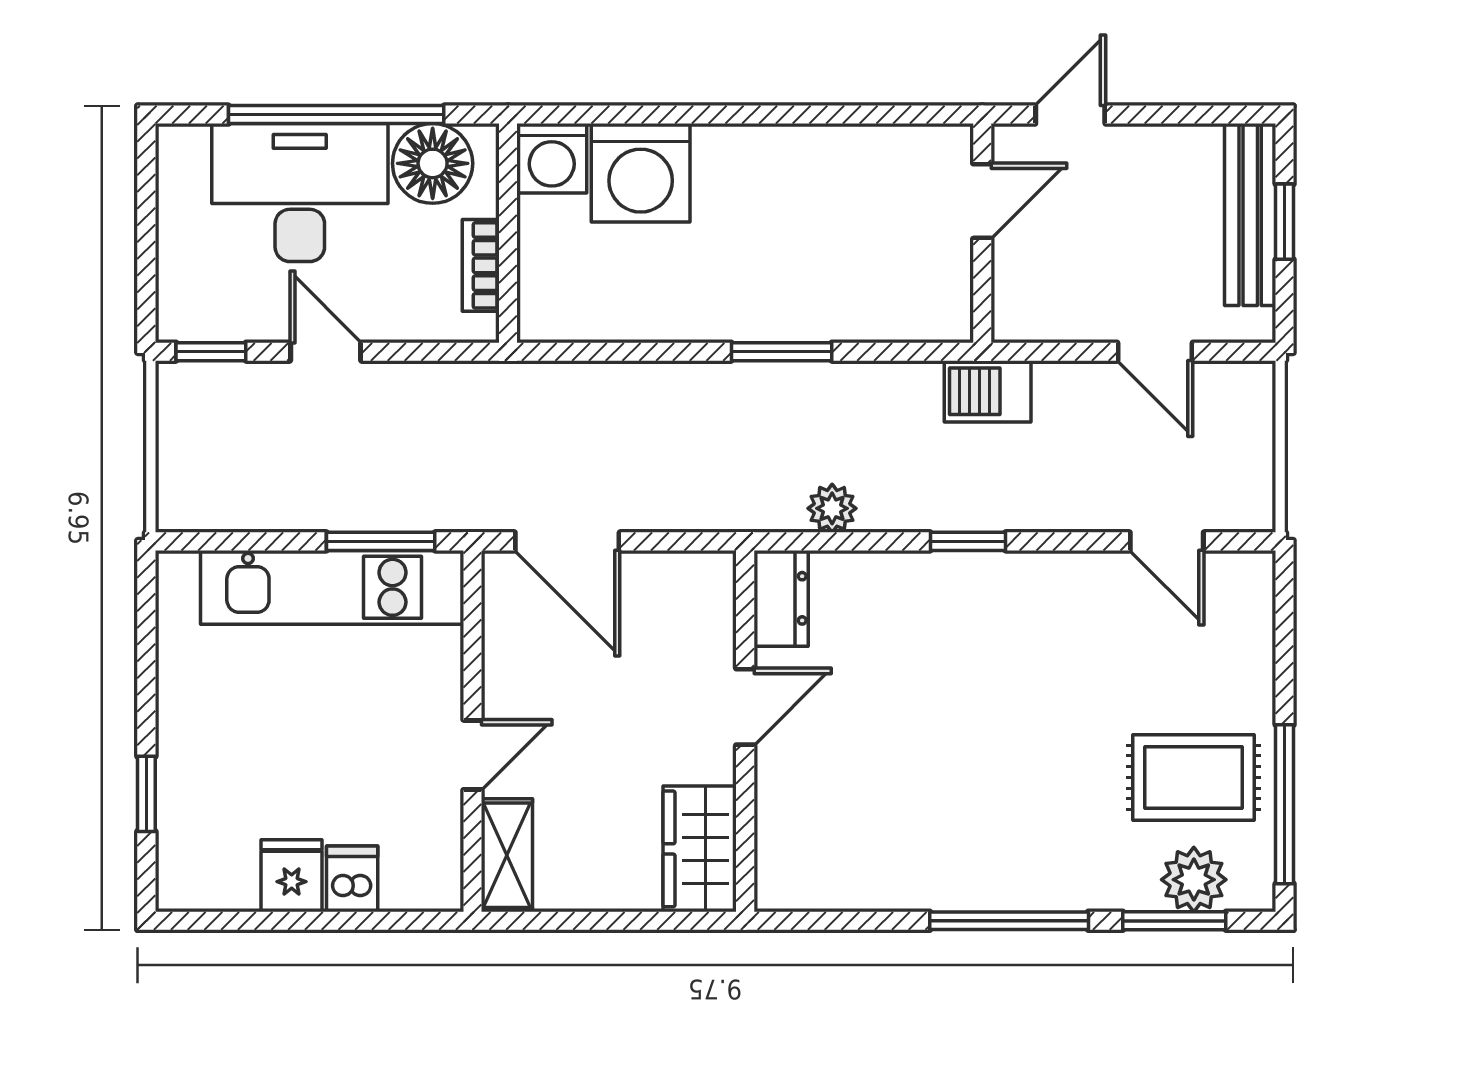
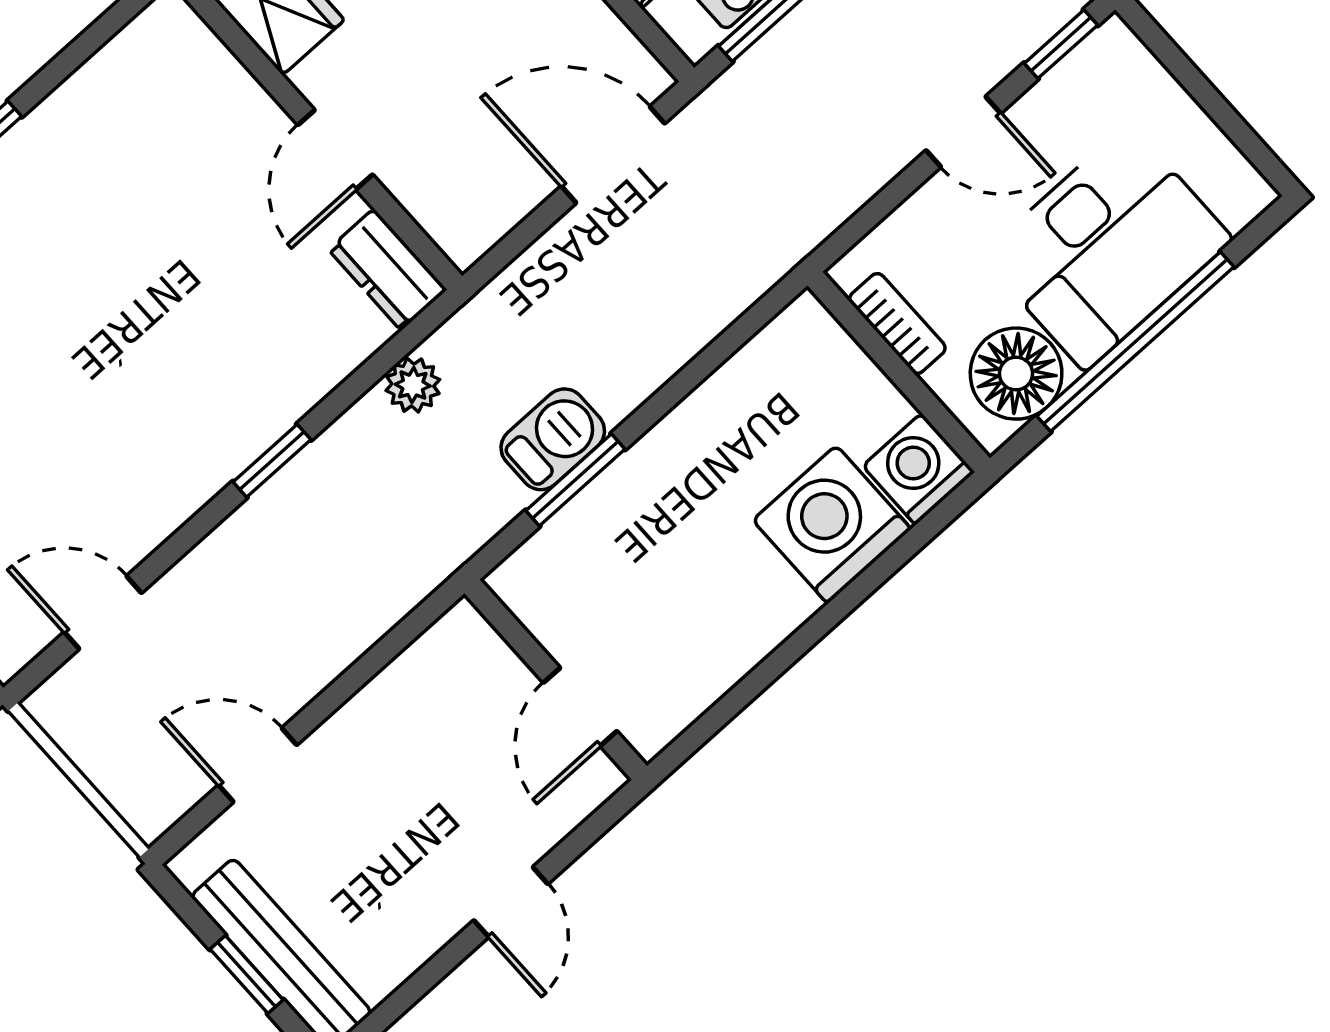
door: (982, 201) -> (580, 707), moved
wall: (982, 233) -> (556, 680), moved
barbecue: (988, 391) -> (553, 439), moved

